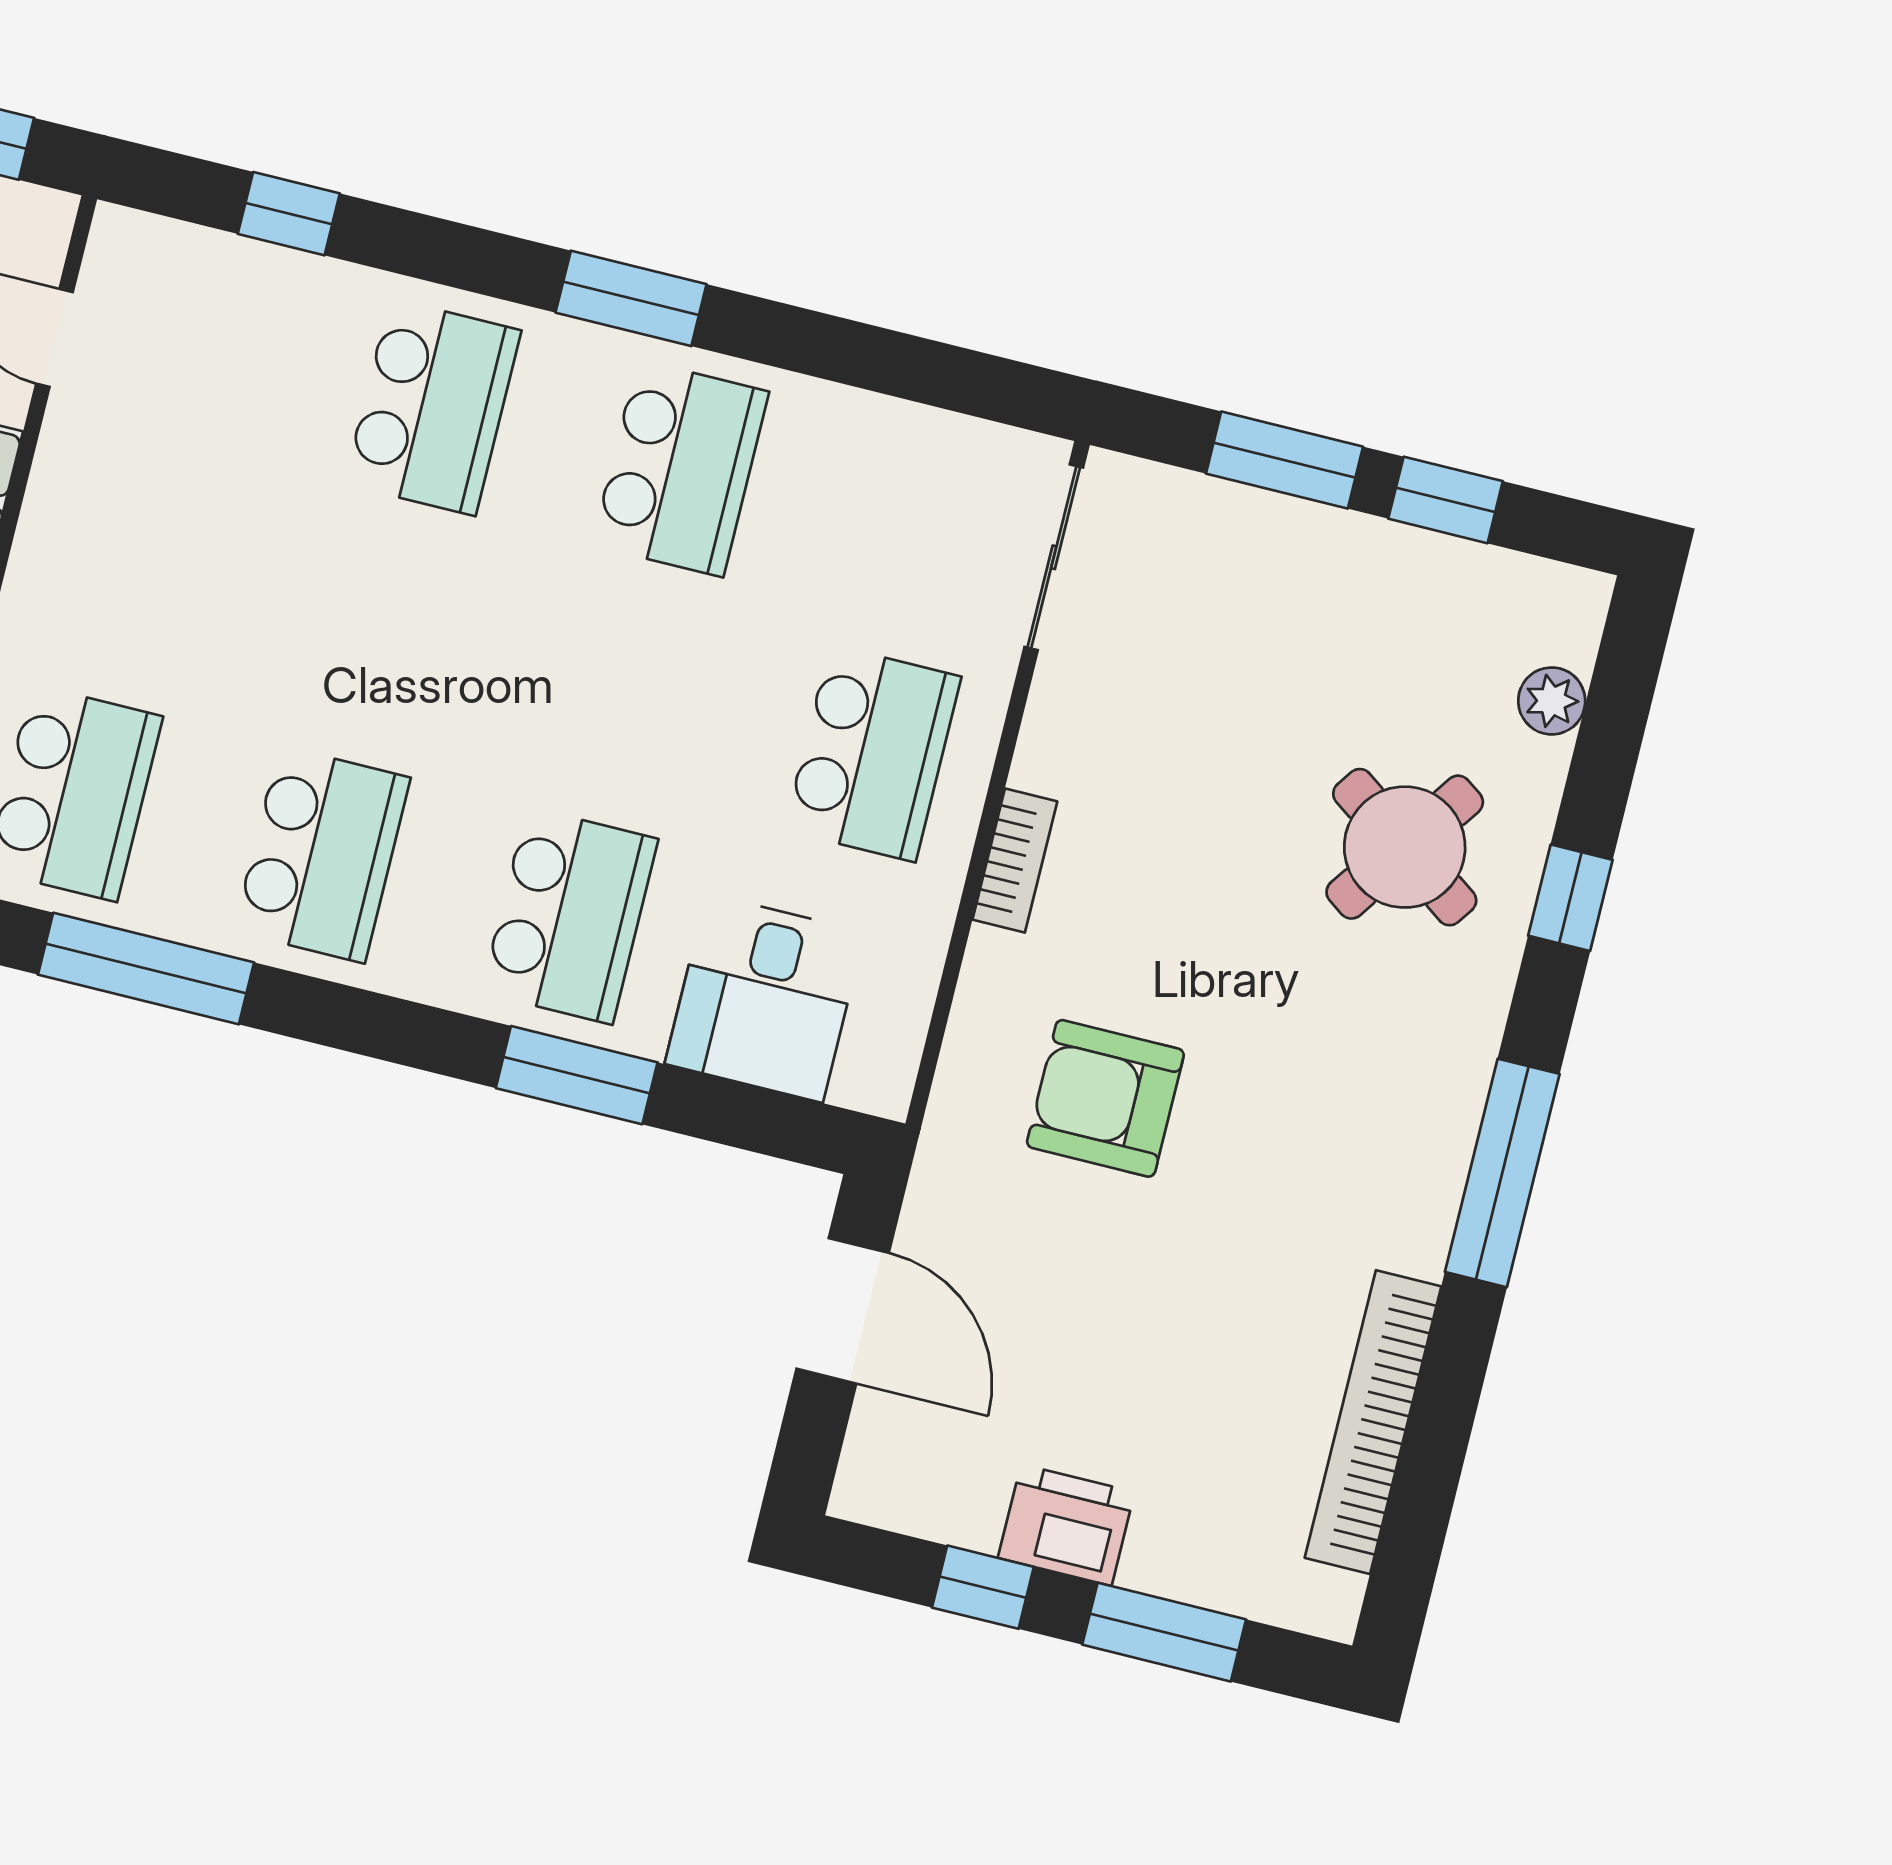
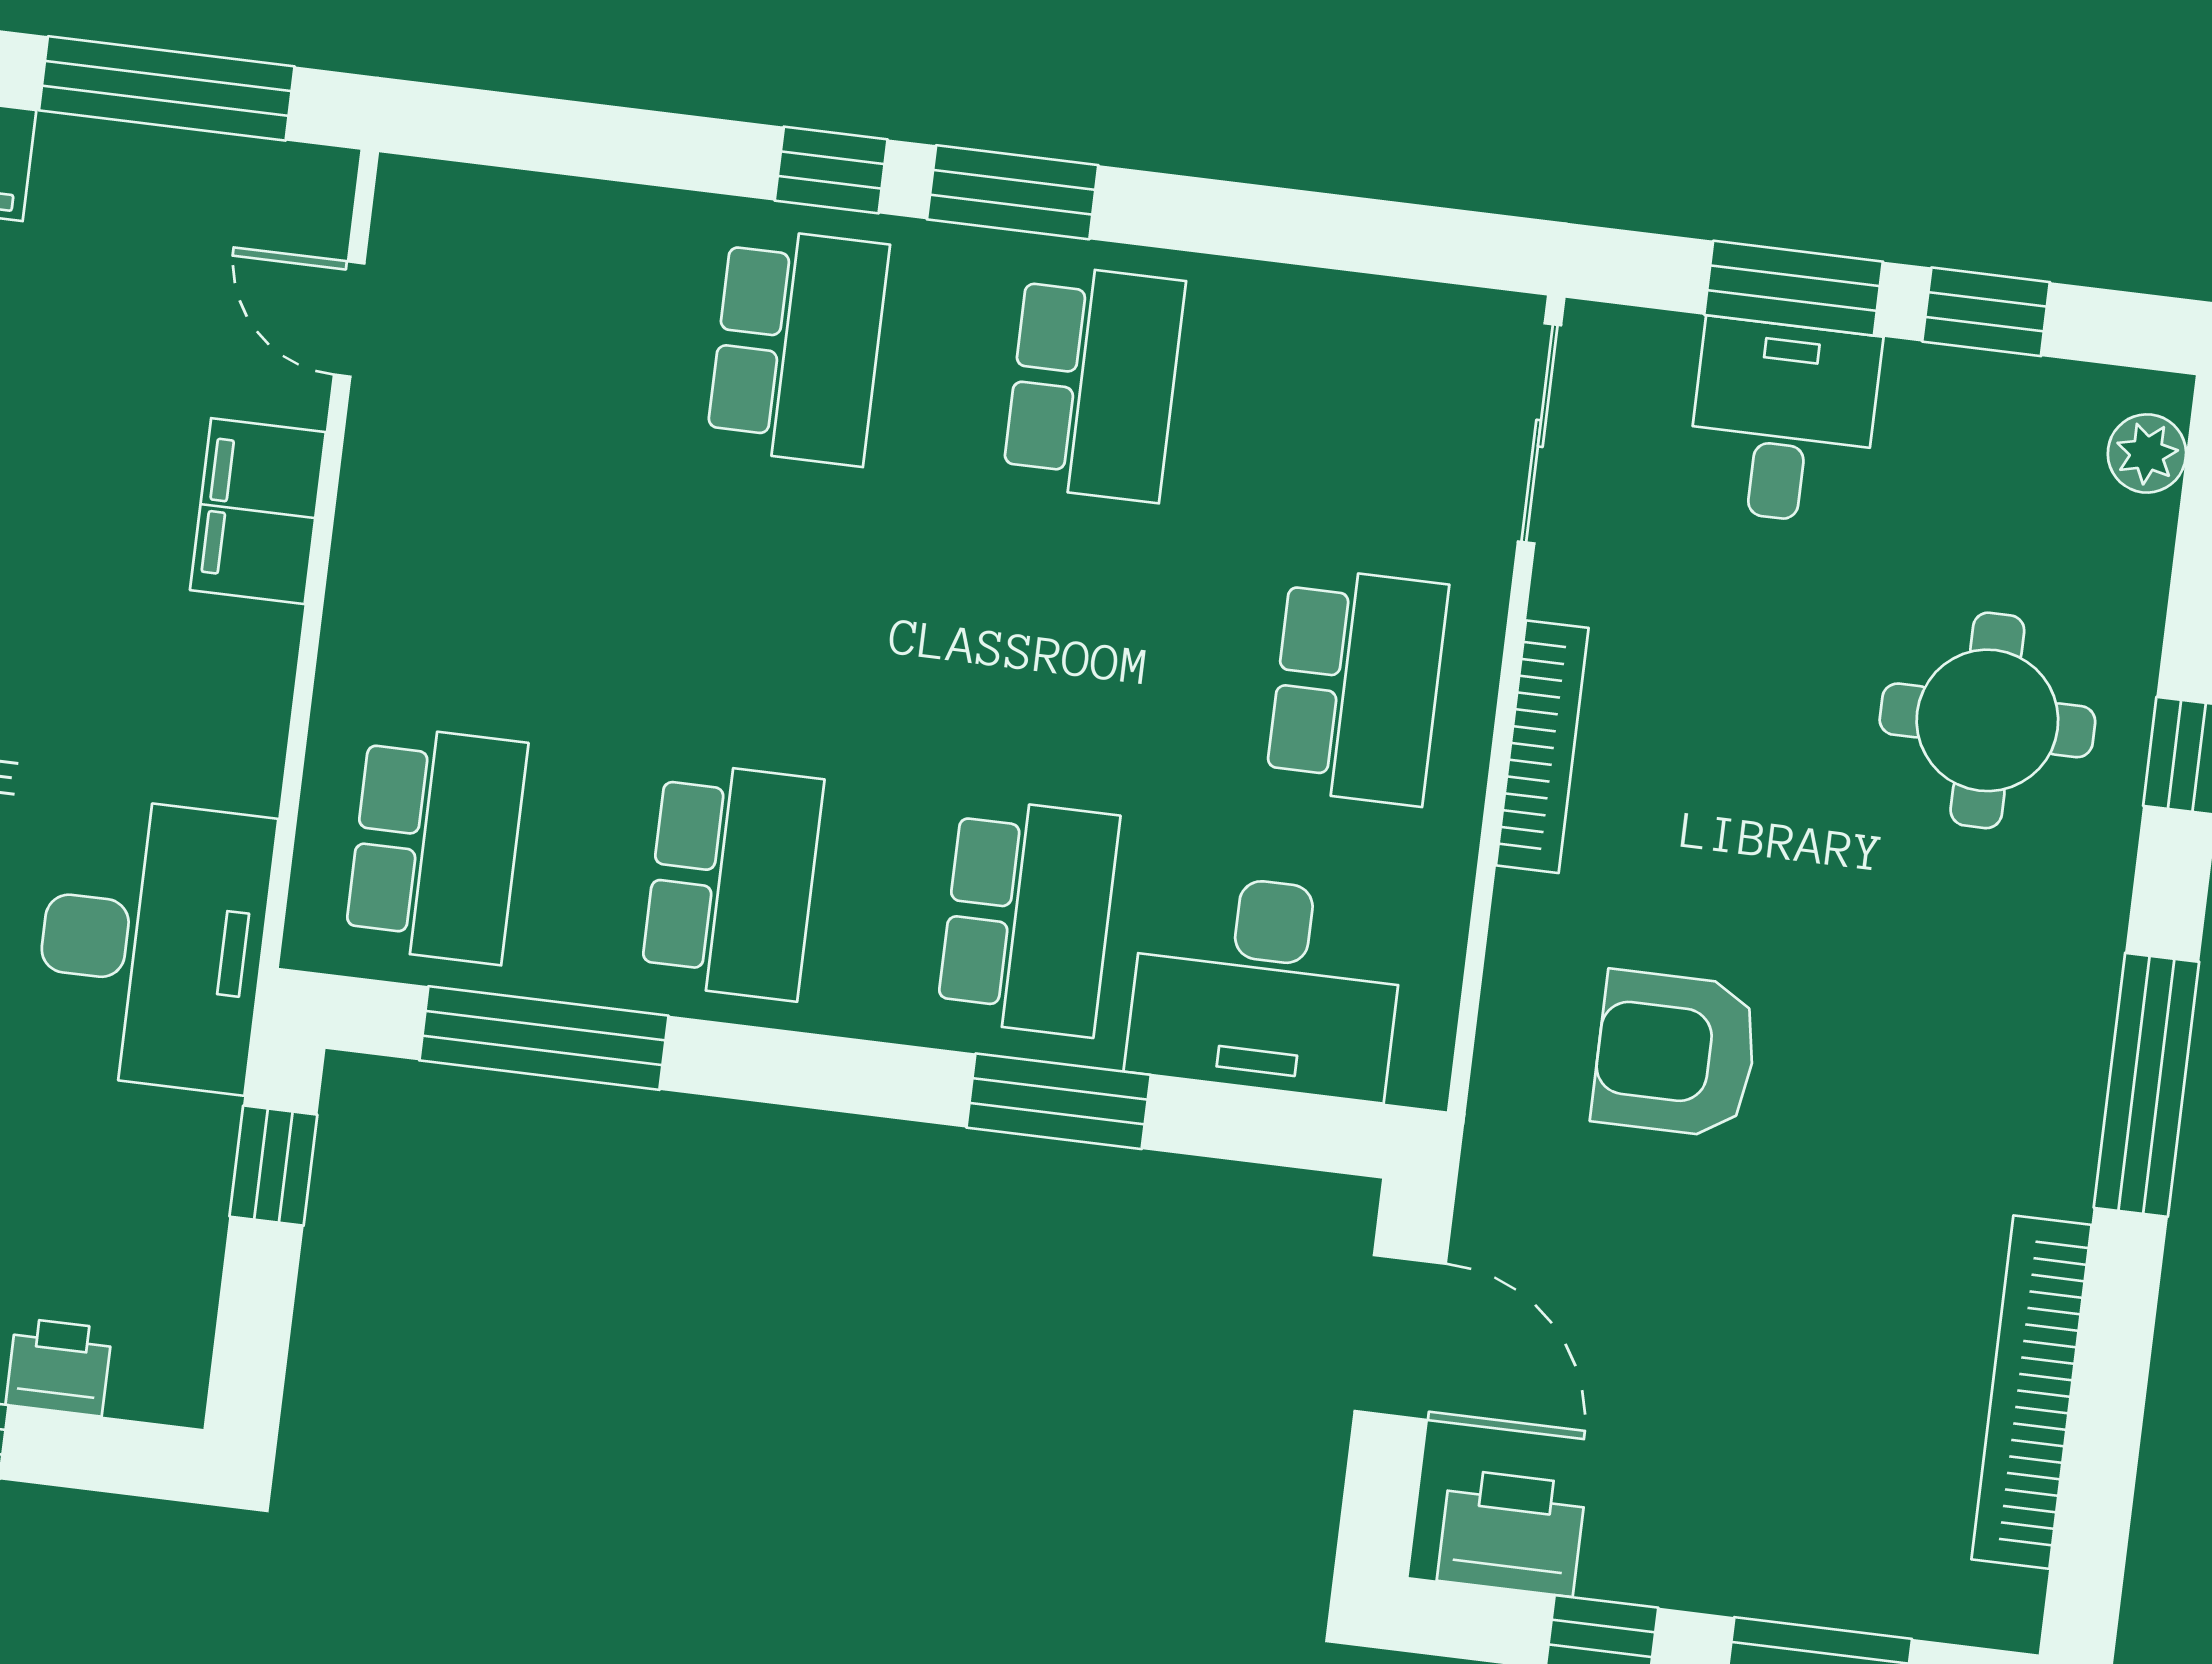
window: (289, 214) -> (831, 170), moved
desk: (1262, 572) -> (1783, 422), added
plant: (1552, 701) -> (2147, 453), moved
round table: (1405, 847) -> (1987, 720), turned -35
bookcase: (1015, 861) -> (1542, 747), width x1.56
desk: (765, 998) -> (1266, 985), width x1.37
printer: (1066, 1525) -> (1511, 1533), moved

